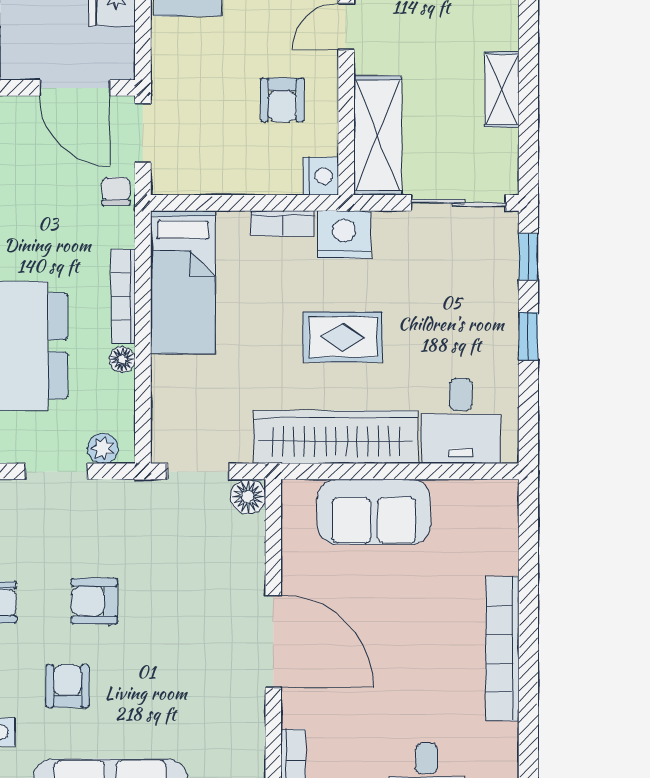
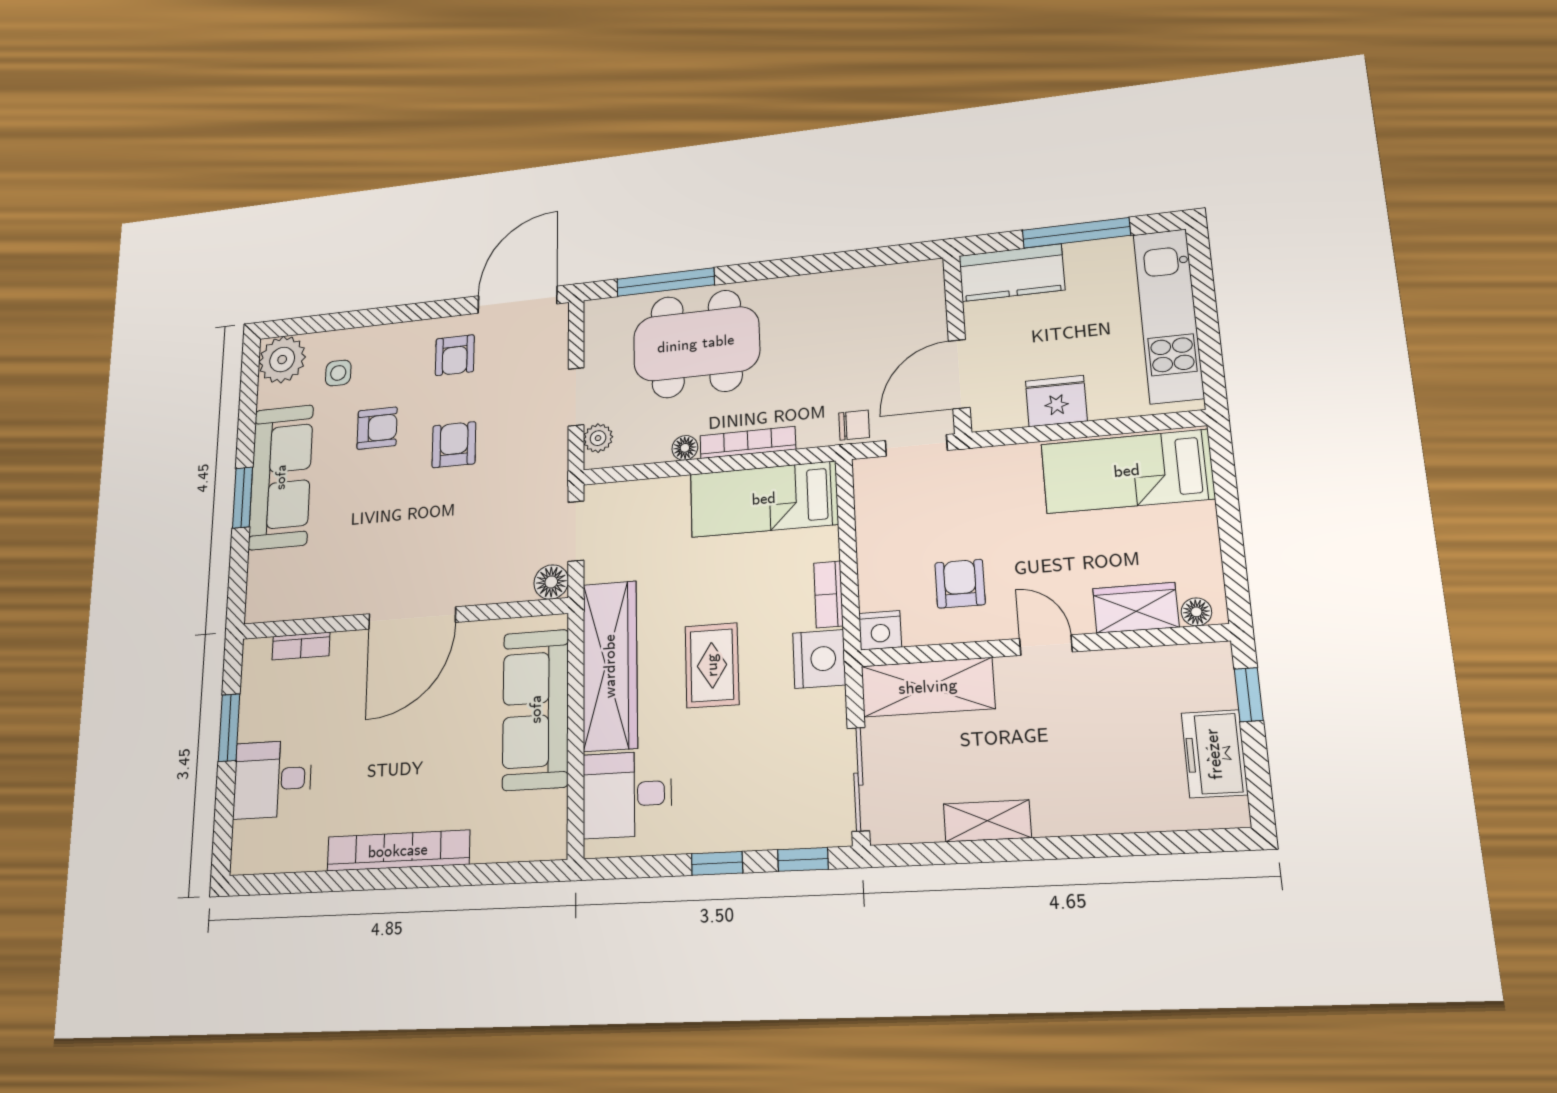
armchair: (282, 100) -> (960, 584), turned 90
sofa: (374, 512) -> (536, 709), width x1.36

